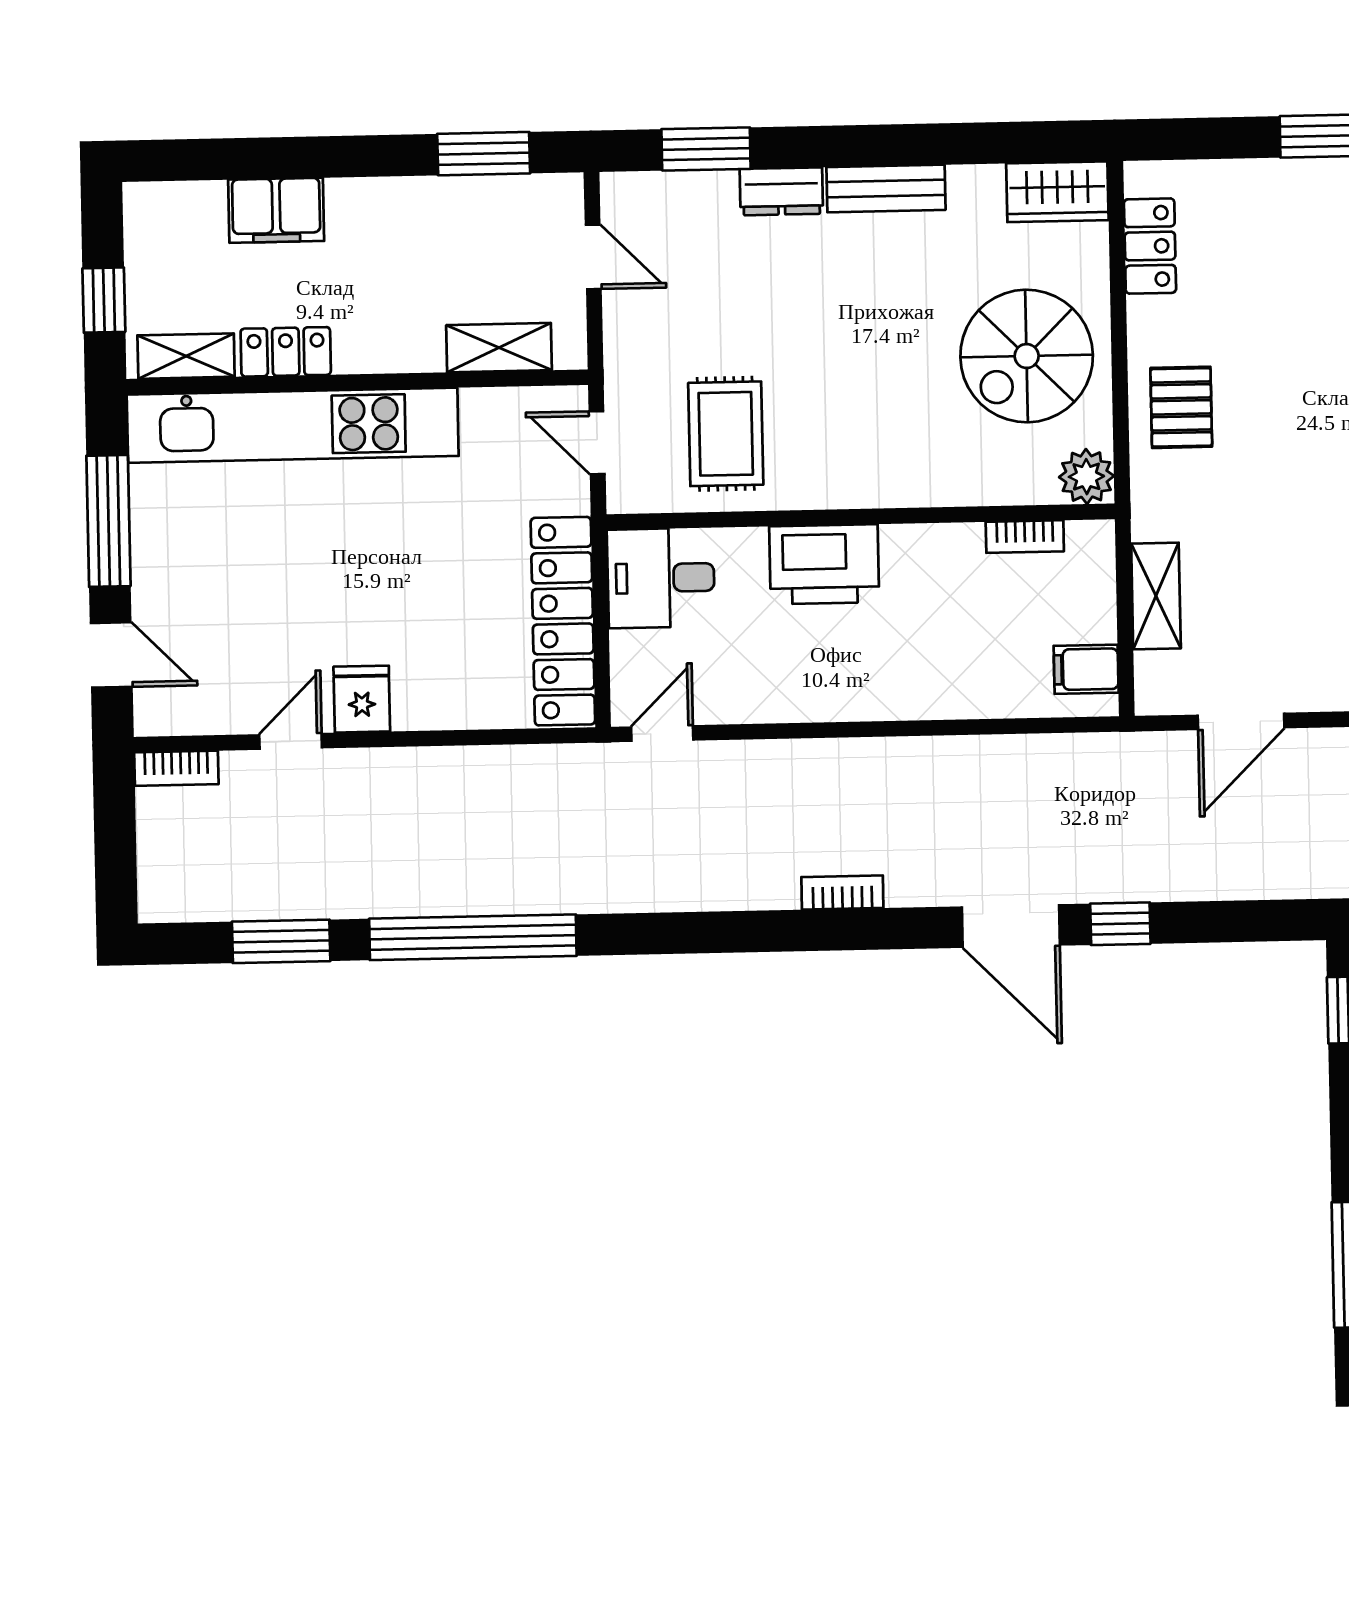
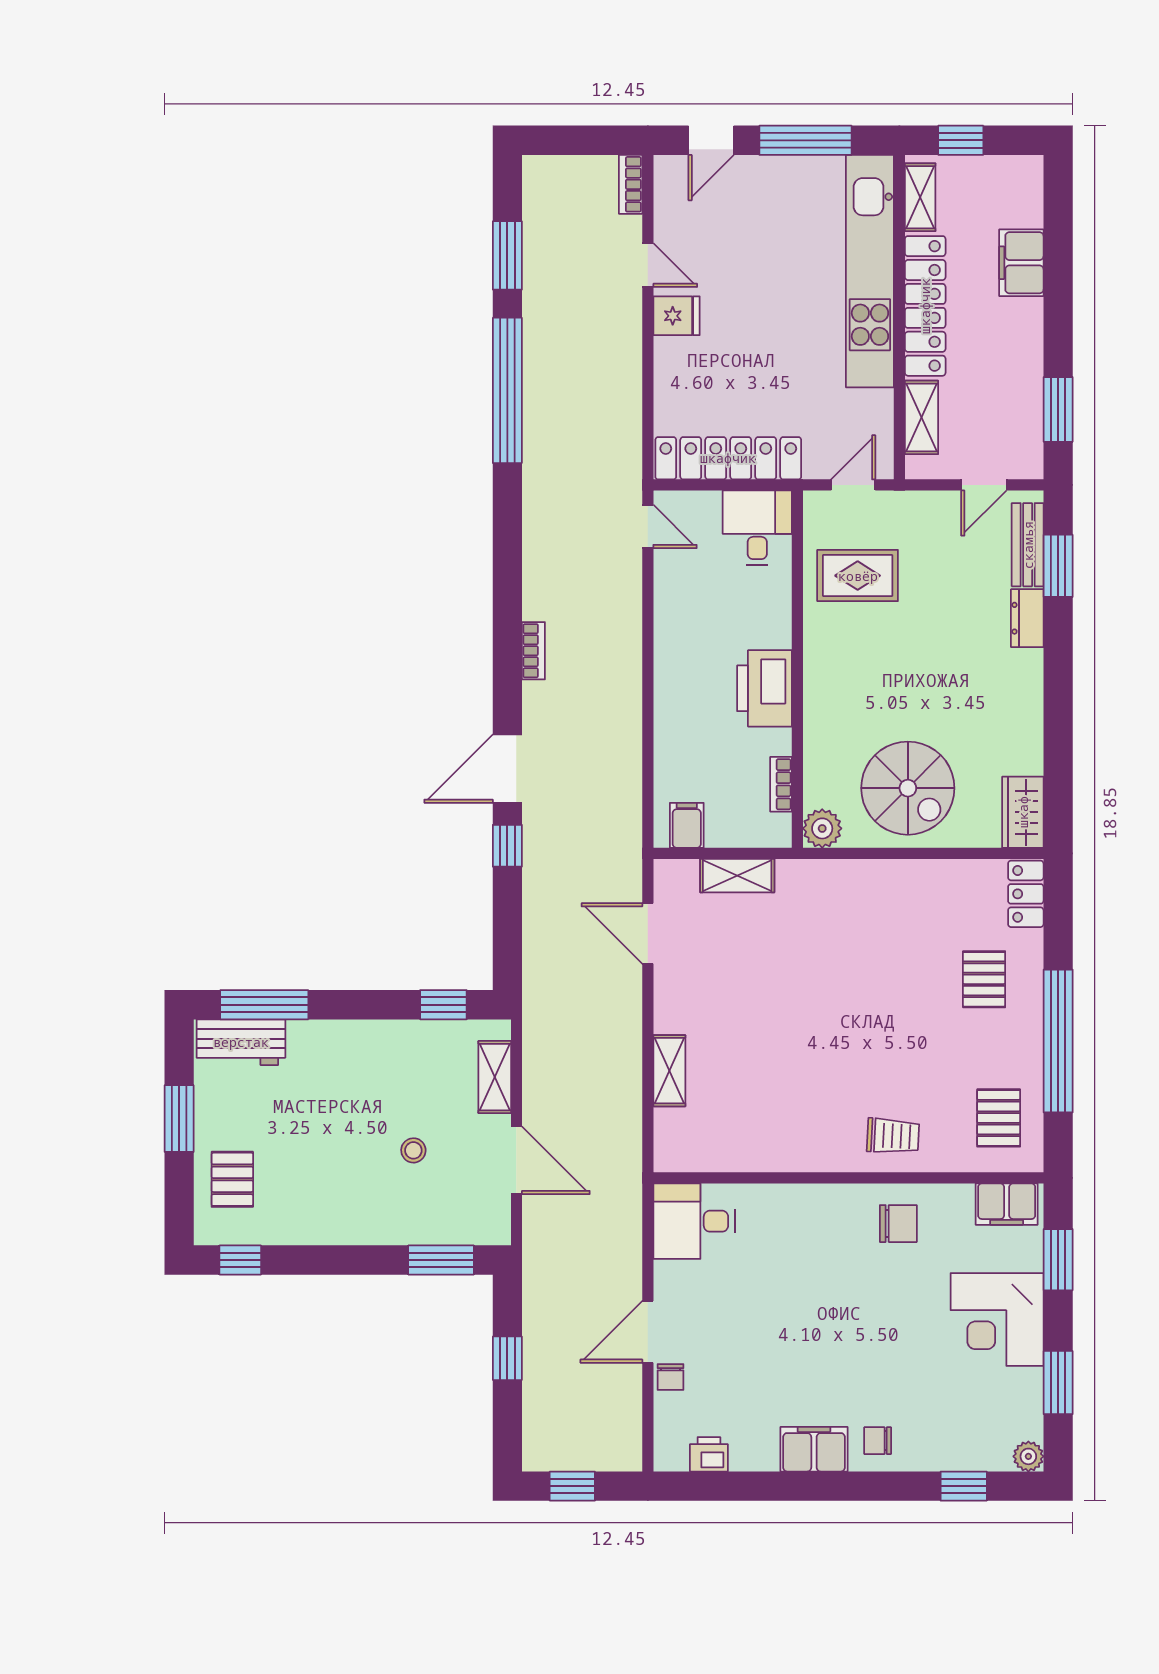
bench: (886, 189) -> (1028, 545), moved
locker: (1150, 246) -> (1026, 894), moved, turned 90
locker: (286, 352) -> (925, 306), width x2.16, depth x1.21
spiral stairs: (1027, 356) -> (908, 788), turned 180
pallet: (1181, 407) -> (984, 979), moved, turned 90
printer: (824, 564) -> (764, 688), moved

